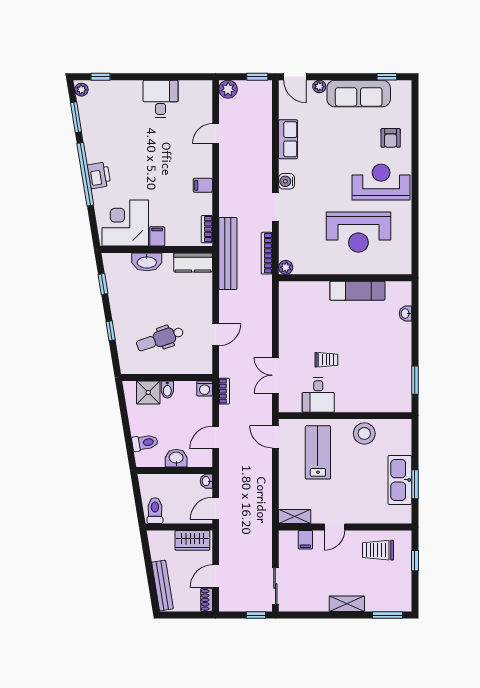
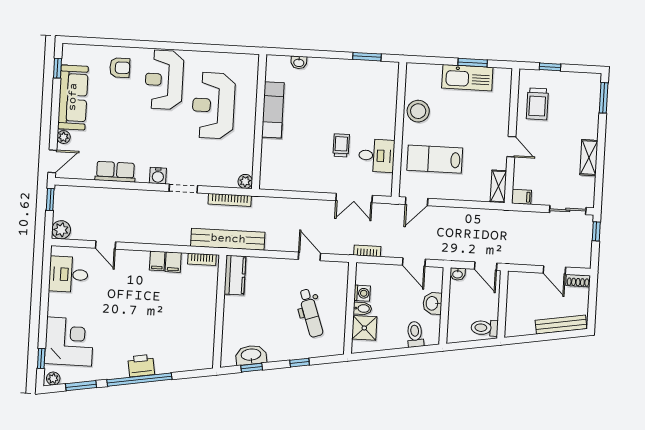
desk: (161, 99) -> (68, 274), moved
corner desk: (125, 223) -> (69, 342), moved, turned 180
reception desk: (358, 232) -> (213, 106), turned 180
filing cabinet: (157, 236) -> (173, 262), moved, turned -90
washbasin: (147, 262) -> (251, 355), moved, turned -99
washing machine: (205, 388) -> (362, 293), moved
wardrobe: (192, 540) -> (517, 291), removed
filing cabinet: (305, 540) -> (521, 197), moved
shelving: (347, 604) -> (589, 158), moved

